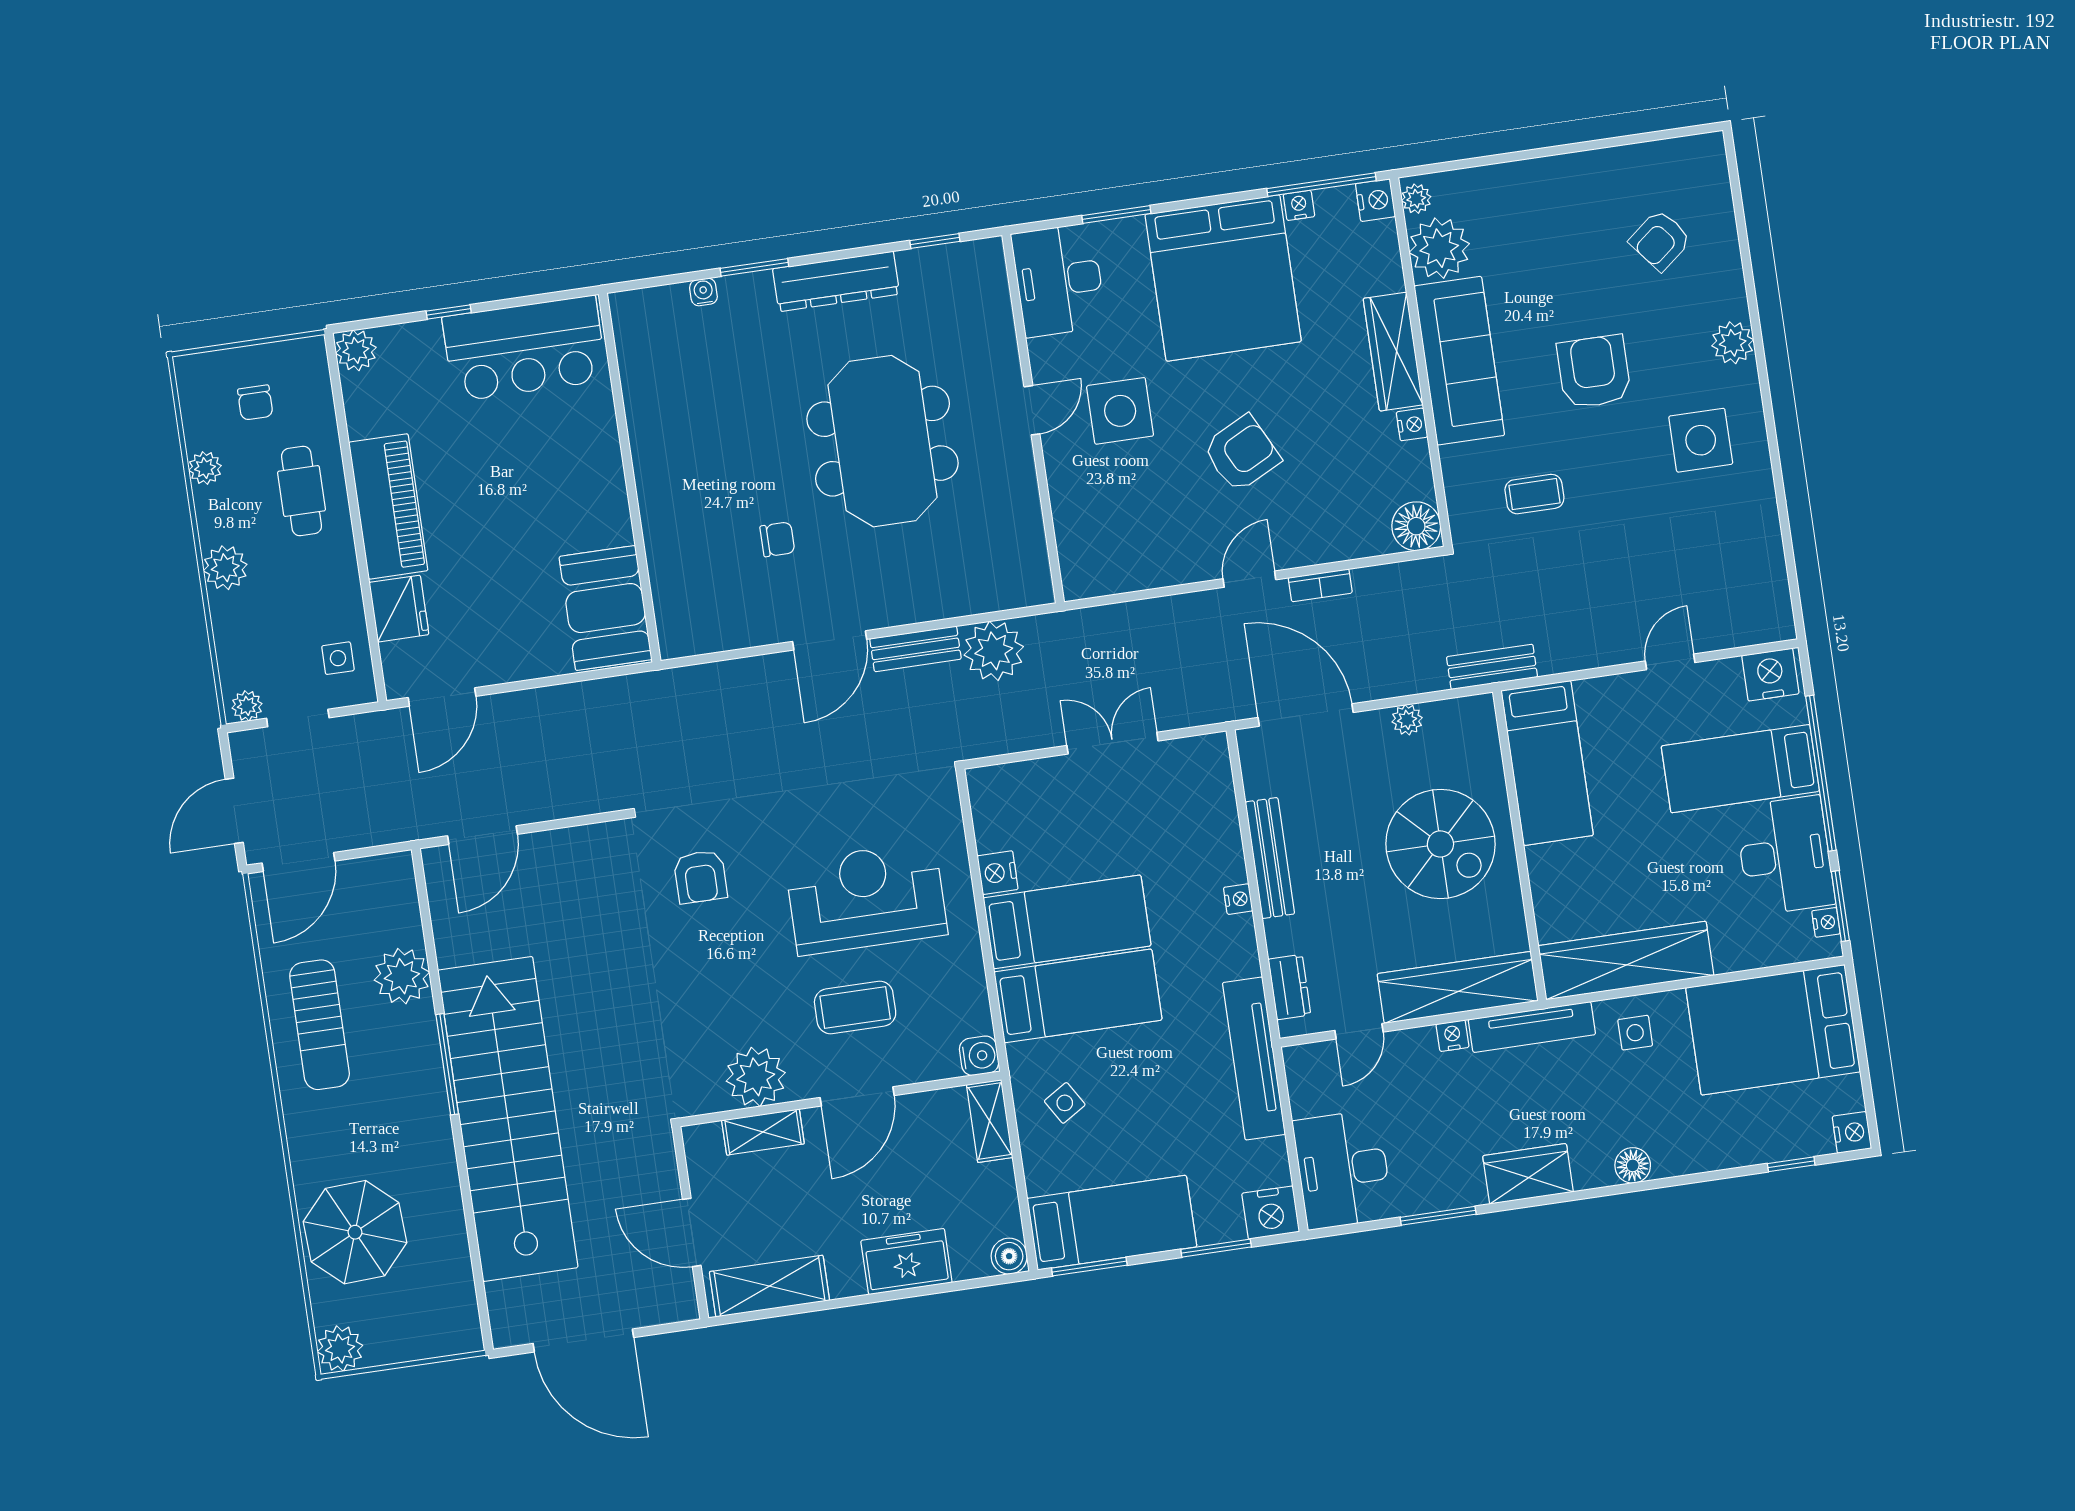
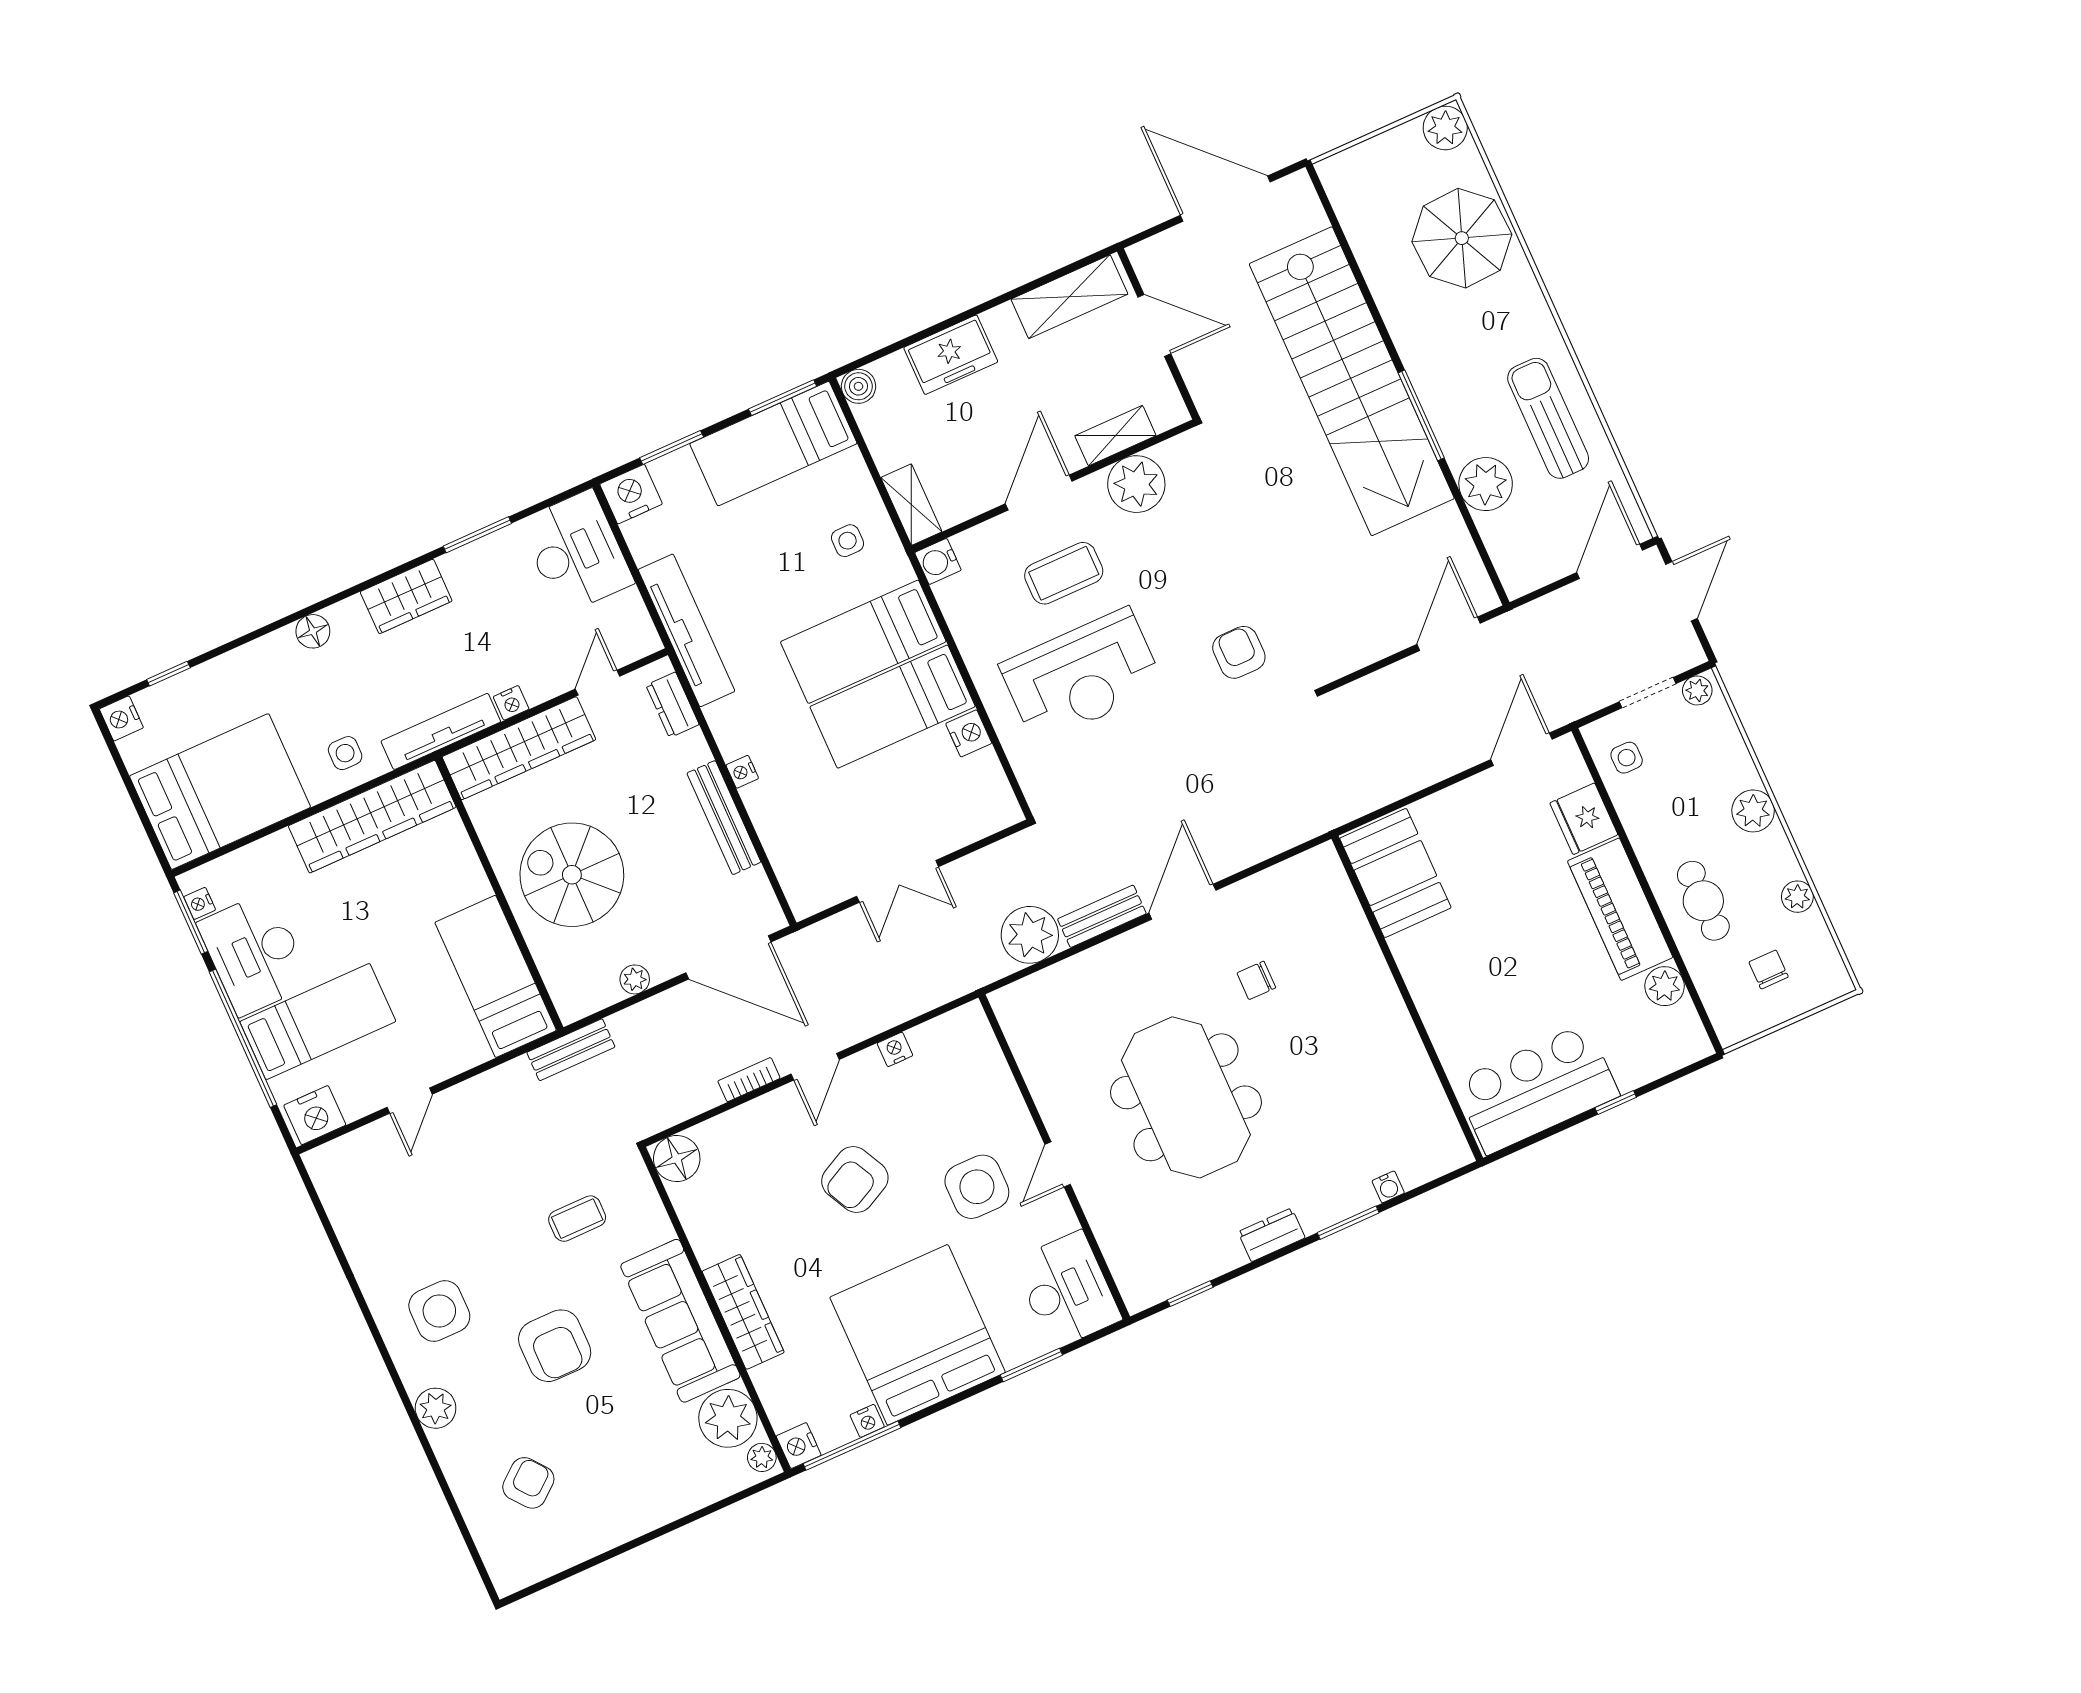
dresser: (836, 281) -> (1272, 1235), width x0.51, depth x0.80
plant: (356, 350) -> (1665, 986), moved
nightstand: (1412, 424) -> (895, 1049), moved, turned 90
side table: (1065, 1103) -> (848, 541), turned 32

